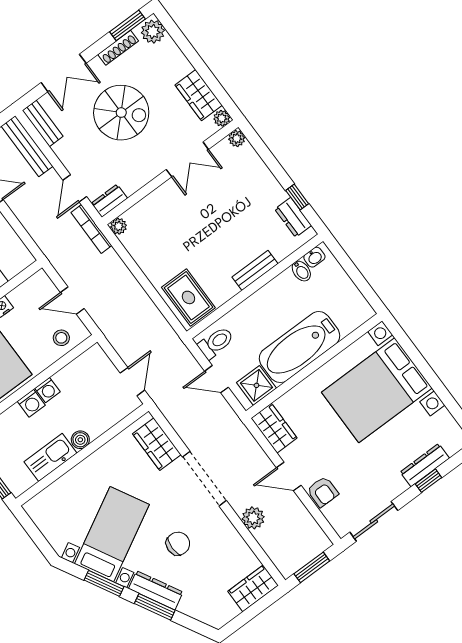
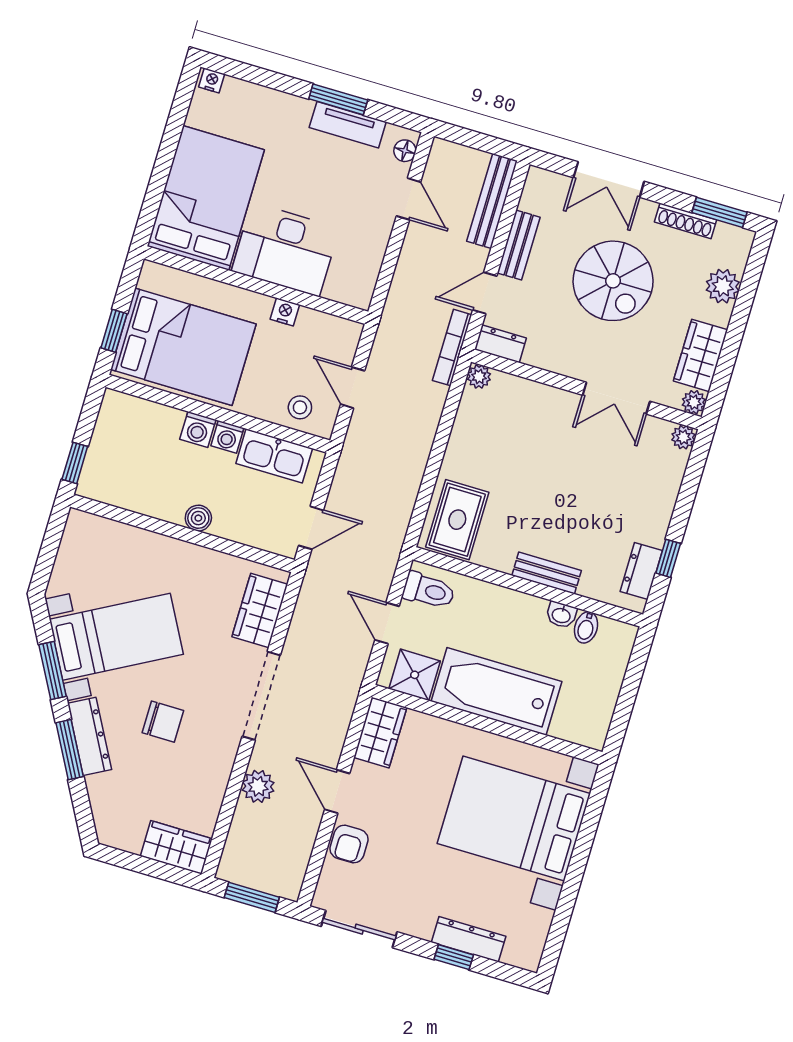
plant: (153, 32) -> (723, 286), moved
bench: (43, 123) -> (519, 245), moved
washbasin: (314, 257) -> (561, 615), moved
kitchen sink: (50, 457) -> (274, 456), moved, turned 180

